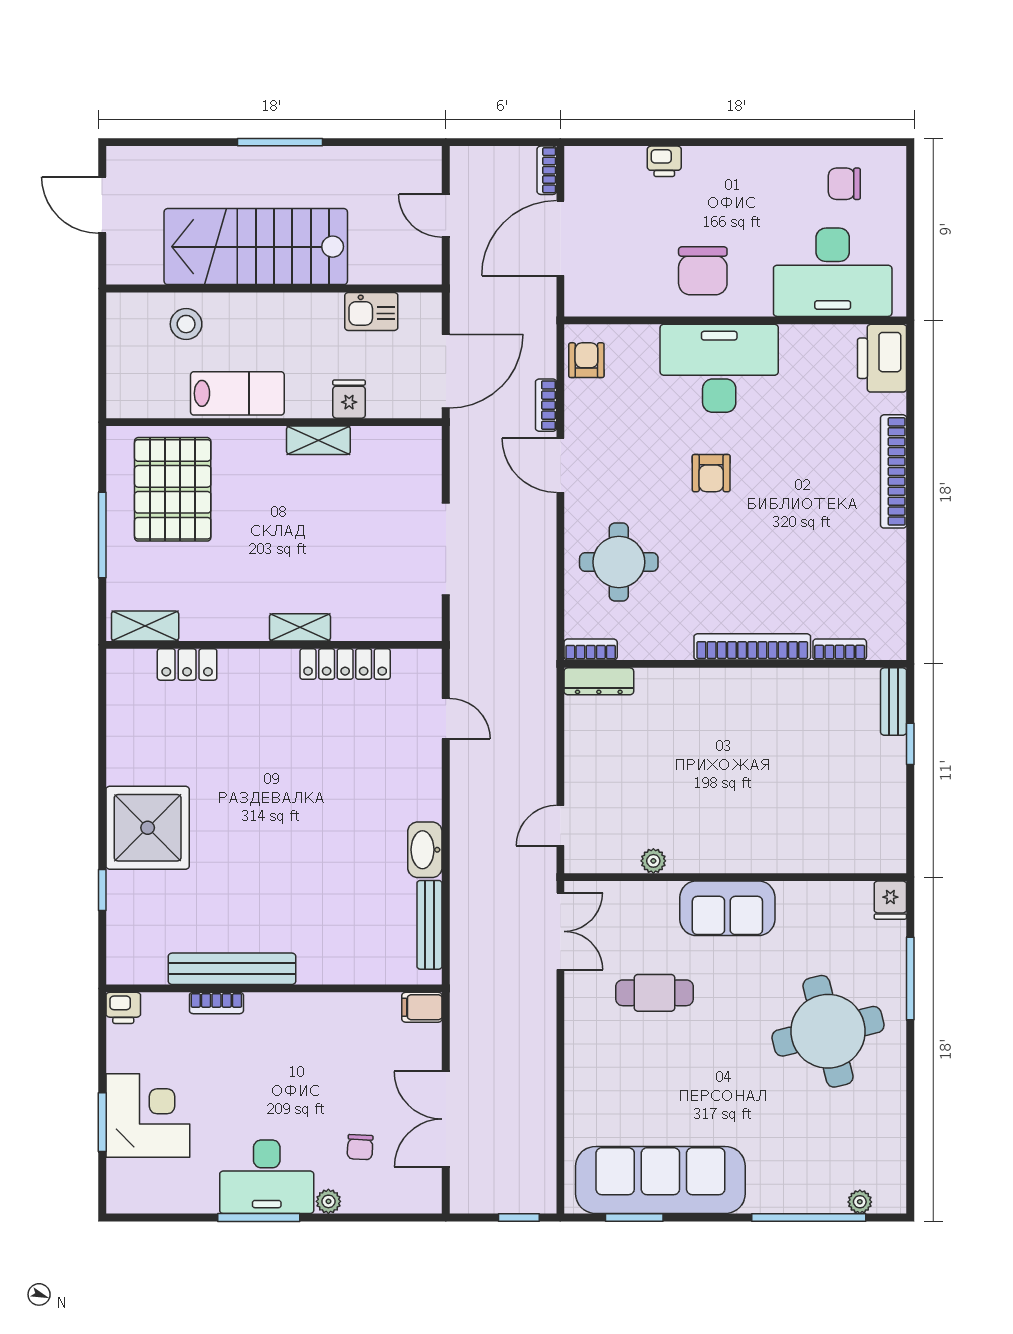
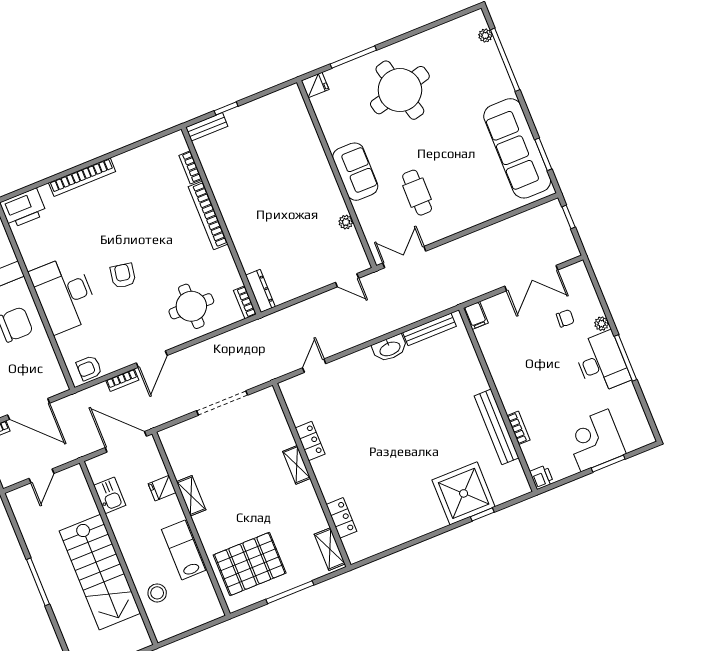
armchair: (711, 473) -> (123, 276), turned -80
locker: (345, 664) -> (310, 441), width x0.66
shower: (148, 828) -> (464, 493), moved

